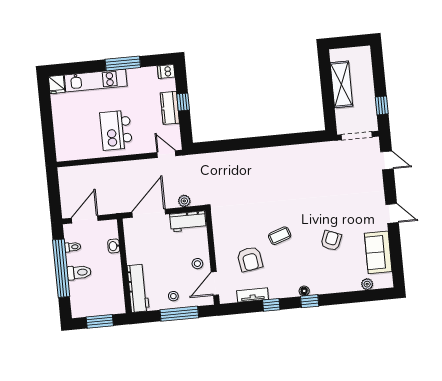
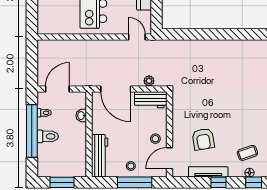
door: (149, 213) -> (116, 89), swing flipped
coffee table: (280, 236) -> (247, 153), moved
tv unit: (253, 295) -> (208, 172), width x1.41

